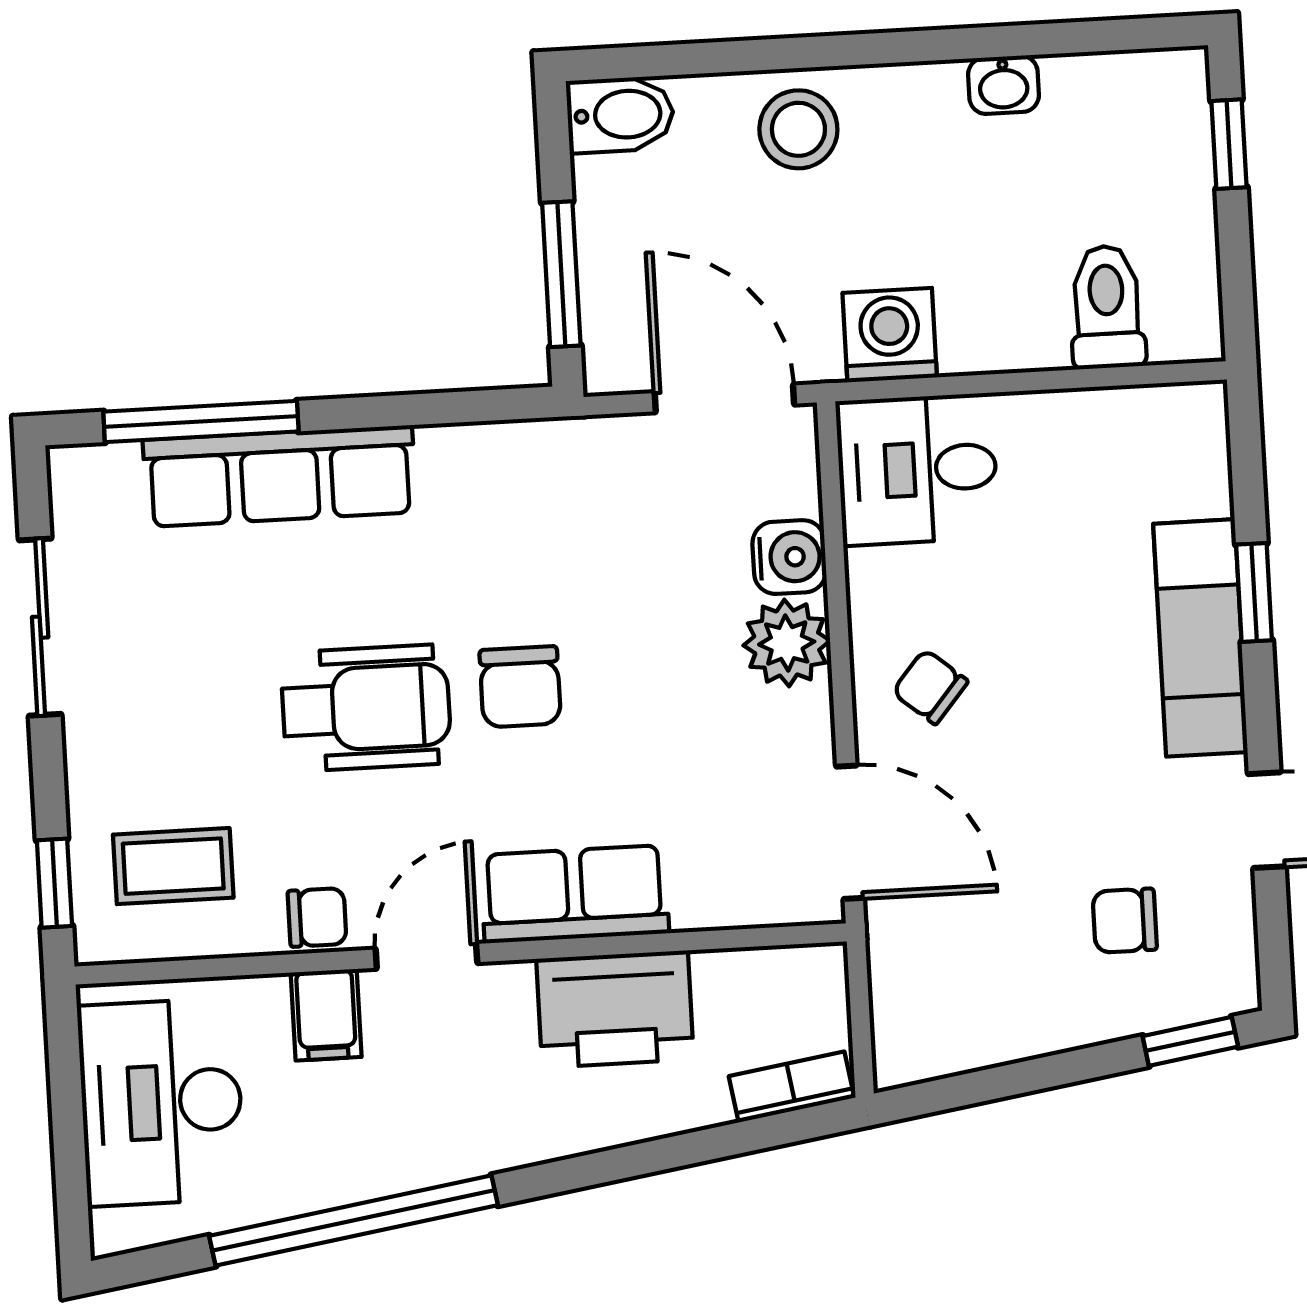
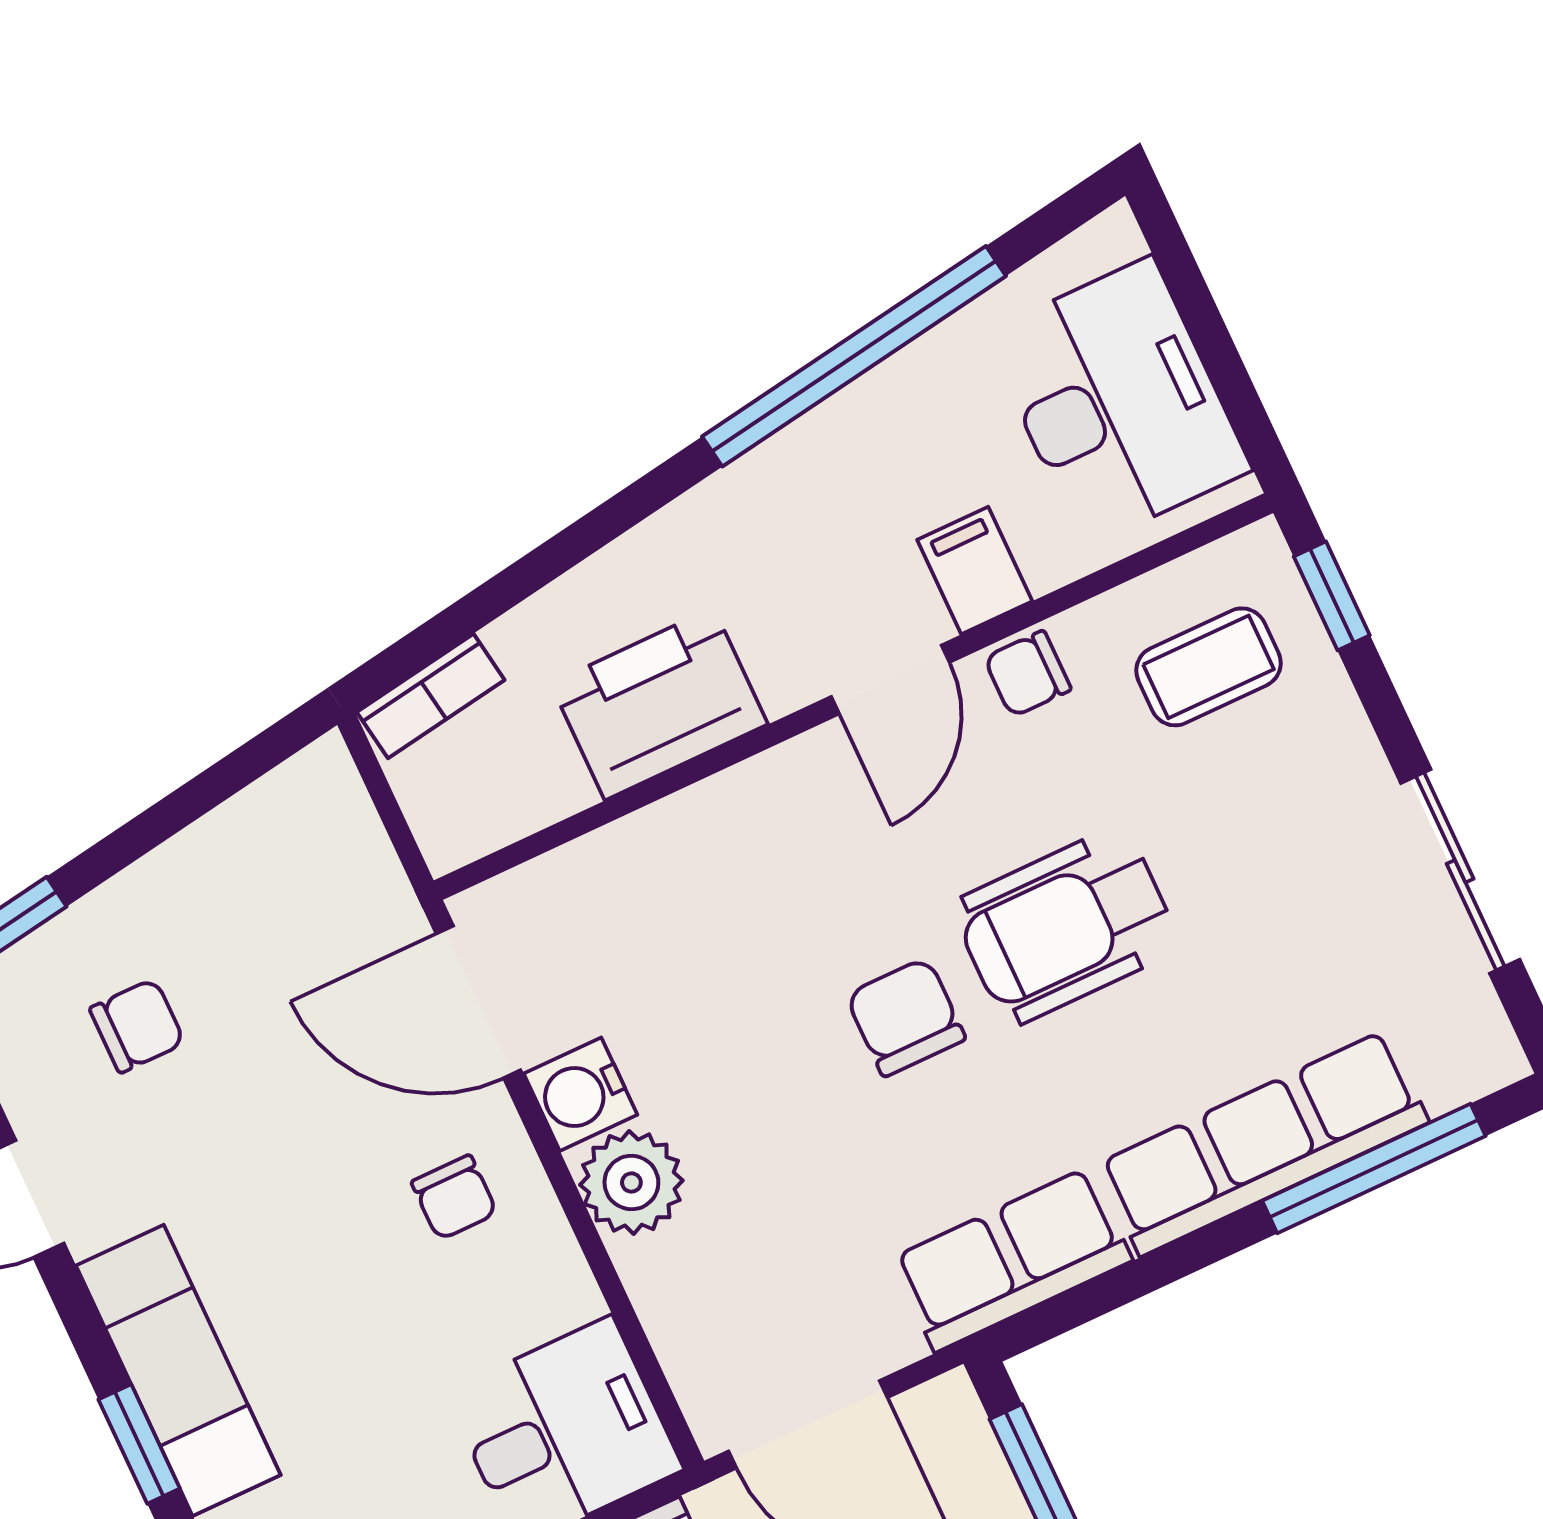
water cooler: (789, 557) -> (581, 1094), moved
chair: (930, 687) -> (454, 1197), turned 50
row of seats: (575, 894) -> (1012, 1259), moved, turned 180

